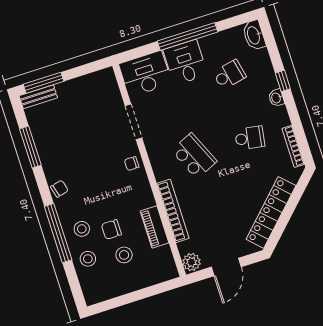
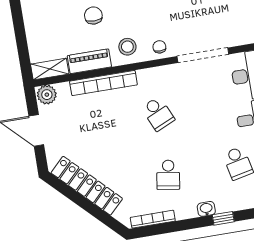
doorway: (134, 122) -> (203, 55), width x1.36
school desk: (194, 156) -> (158, 114), width x0.54
stool: (124, 255) -> (127, 47), moved
shelving: (167, 263) -> (50, 69), added

